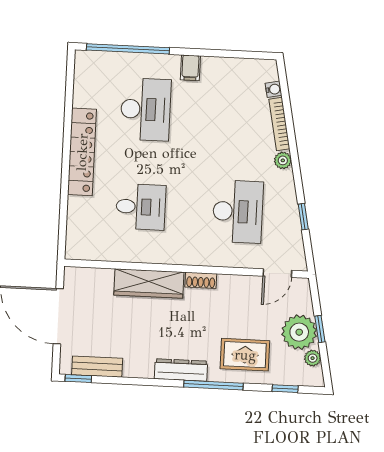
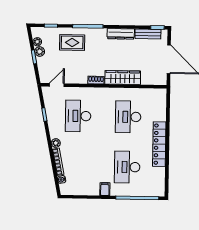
desk: (141, 207) -> (128, 117), width x1.37
plant: (299, 332) -> (40, 51), width x0.53, depth x0.53
dresser: (181, 370) -> (121, 34), moved

